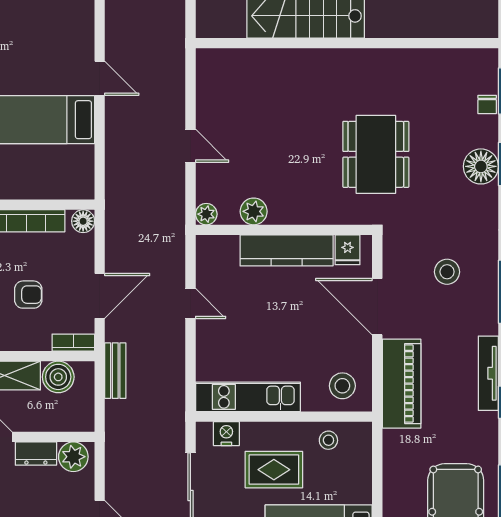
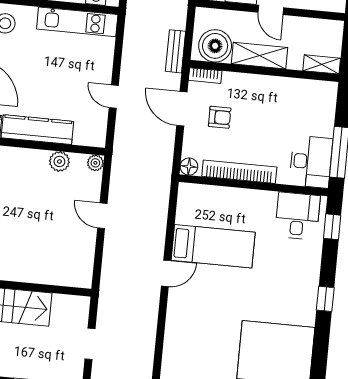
door: (100, 78) -> (166, 273), swing flipped
armchair: (28, 295) -> (220, 117), moved, turned 180
door: (100, 296) -> (182, 109), hinge flipped
boiler: (58, 377) -> (215, 46), width x1.37, depth x1.37

